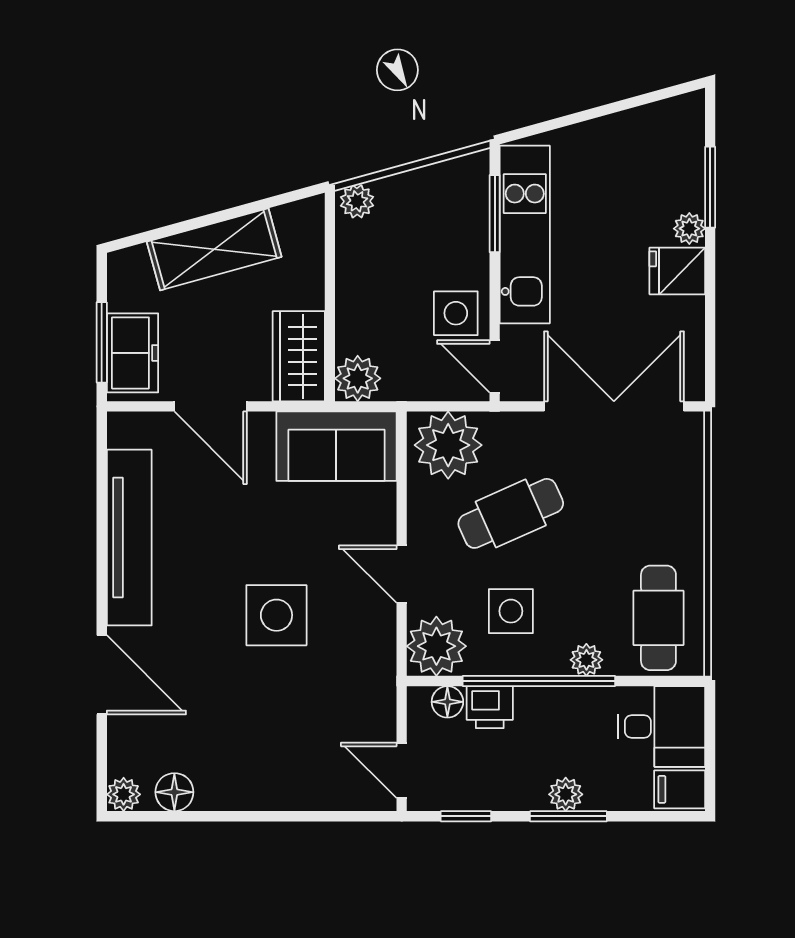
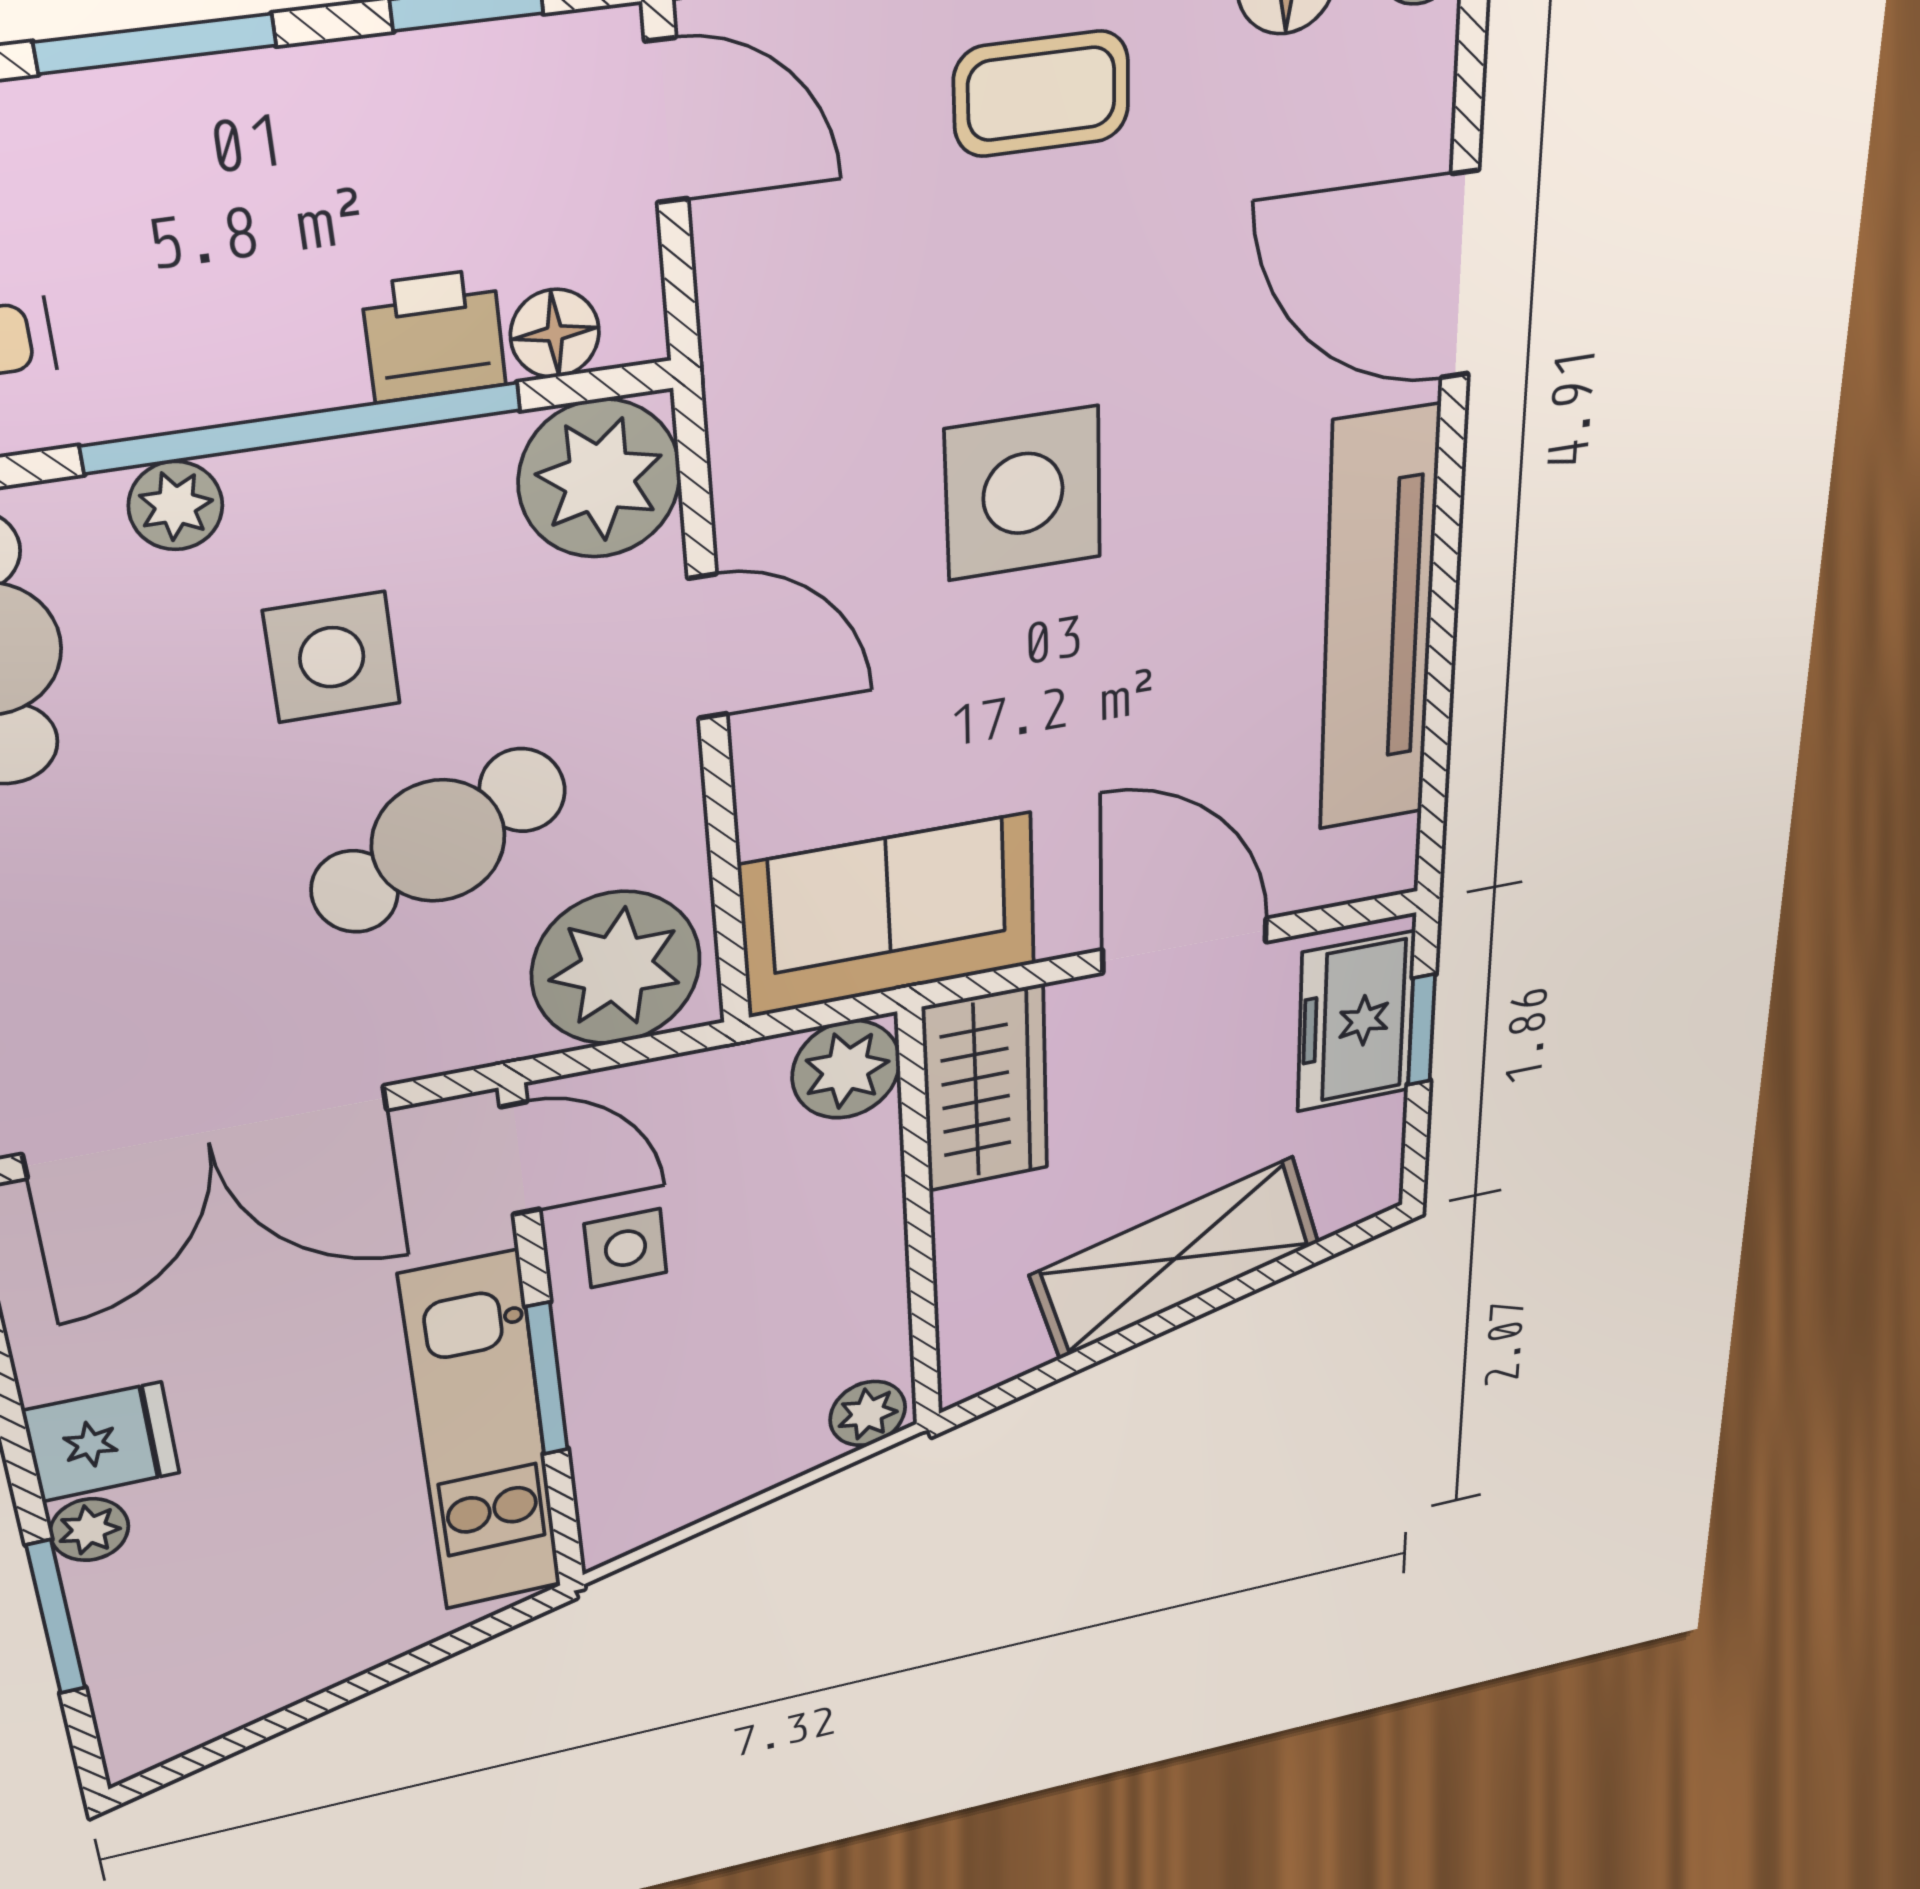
window: (495, 214) -> (547, 1379), moved
side table: (456, 313) -> (626, 1248), width x0.73, depth x0.73
window: (102, 342) -> (1421, 1030), width x0.67
side table: (511, 611) -> (332, 657), moved
coffee table: (266, 763) -> (1041, 94), added
plant: (566, 794) -> (174, 111), removed

